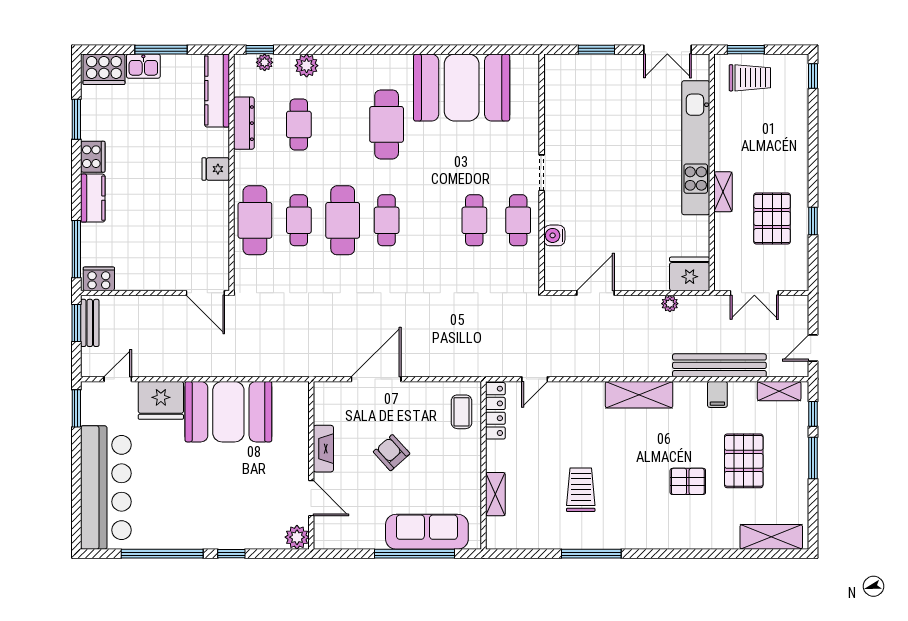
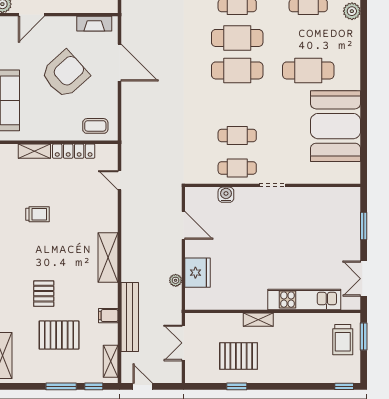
kitchen unit: (696, 148) -> (304, 300), width x0.73
cafe table: (387, 220) -> (237, 70), width x1.37, depth x1.35
fridge: (690, 274) -> (197, 273), moved
locker: (495, 411) -> (74, 151), moved
fireplace: (323, 449) -> (94, 24), moved
armchair: (392, 453) -> (65, 74), width x1.88, depth x1.88
trolley: (581, 490) -> (38, 214), width x0.73, depth x0.72

